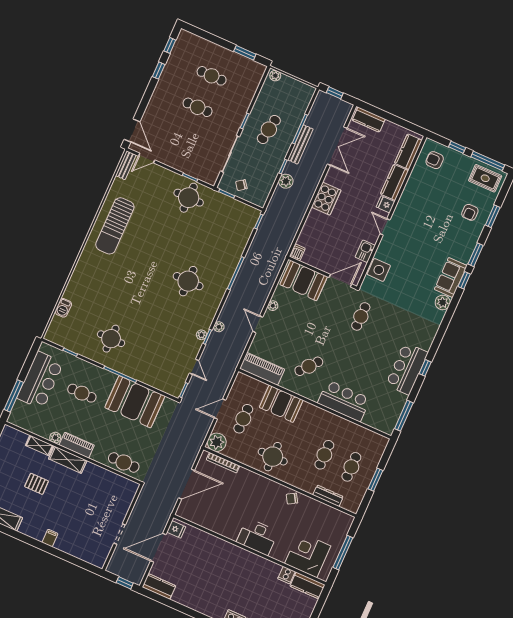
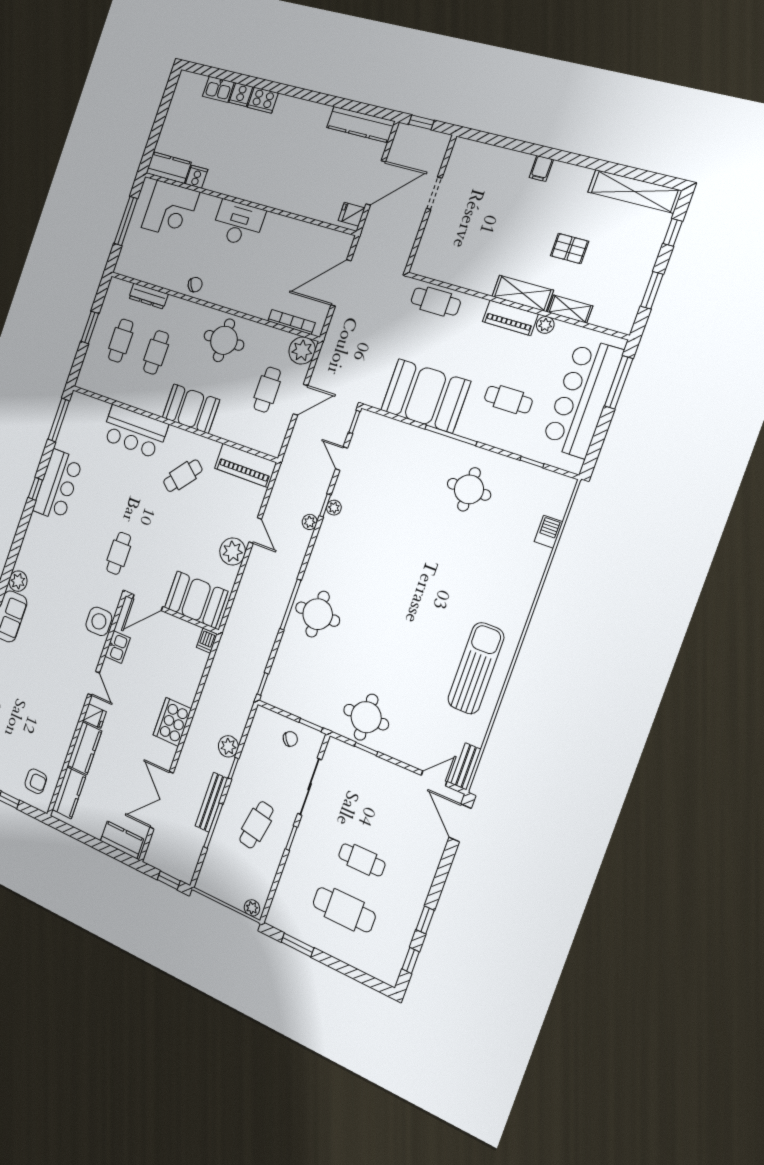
cafe table: (212, 76) -> (344, 910), width x1.37, depth x1.35
round table: (188, 281) -> (318, 614), moved
plant: (273, 306) -> (233, 551), width x1.87, depth x1.87
bar counter: (40, 380) -> (582, 398), width x1.36
booth: (281, 404) -> (191, 409), moved
kitchen counter: (159, 586) -> (361, 124), width x1.50

